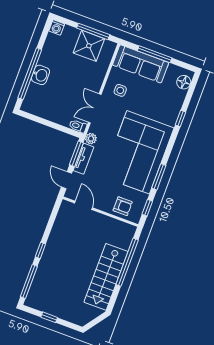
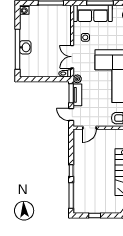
shower: (89, 46) -> (52, 14), removed
door: (83, 205) -> (89, 128), swing flipped

